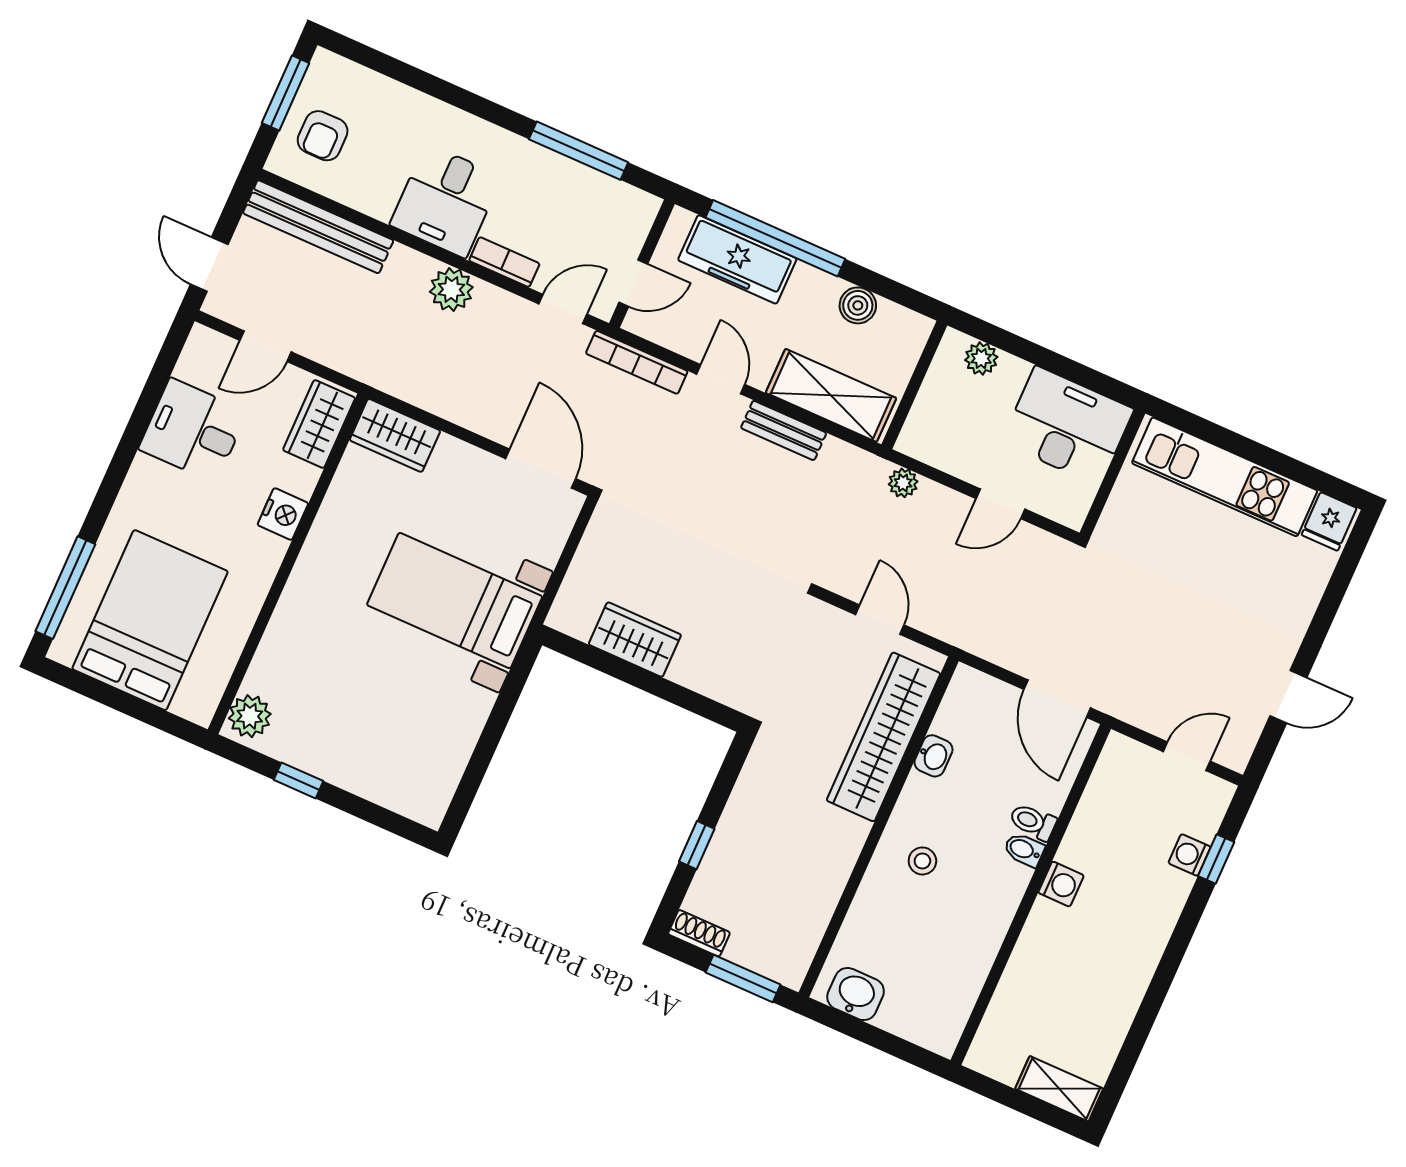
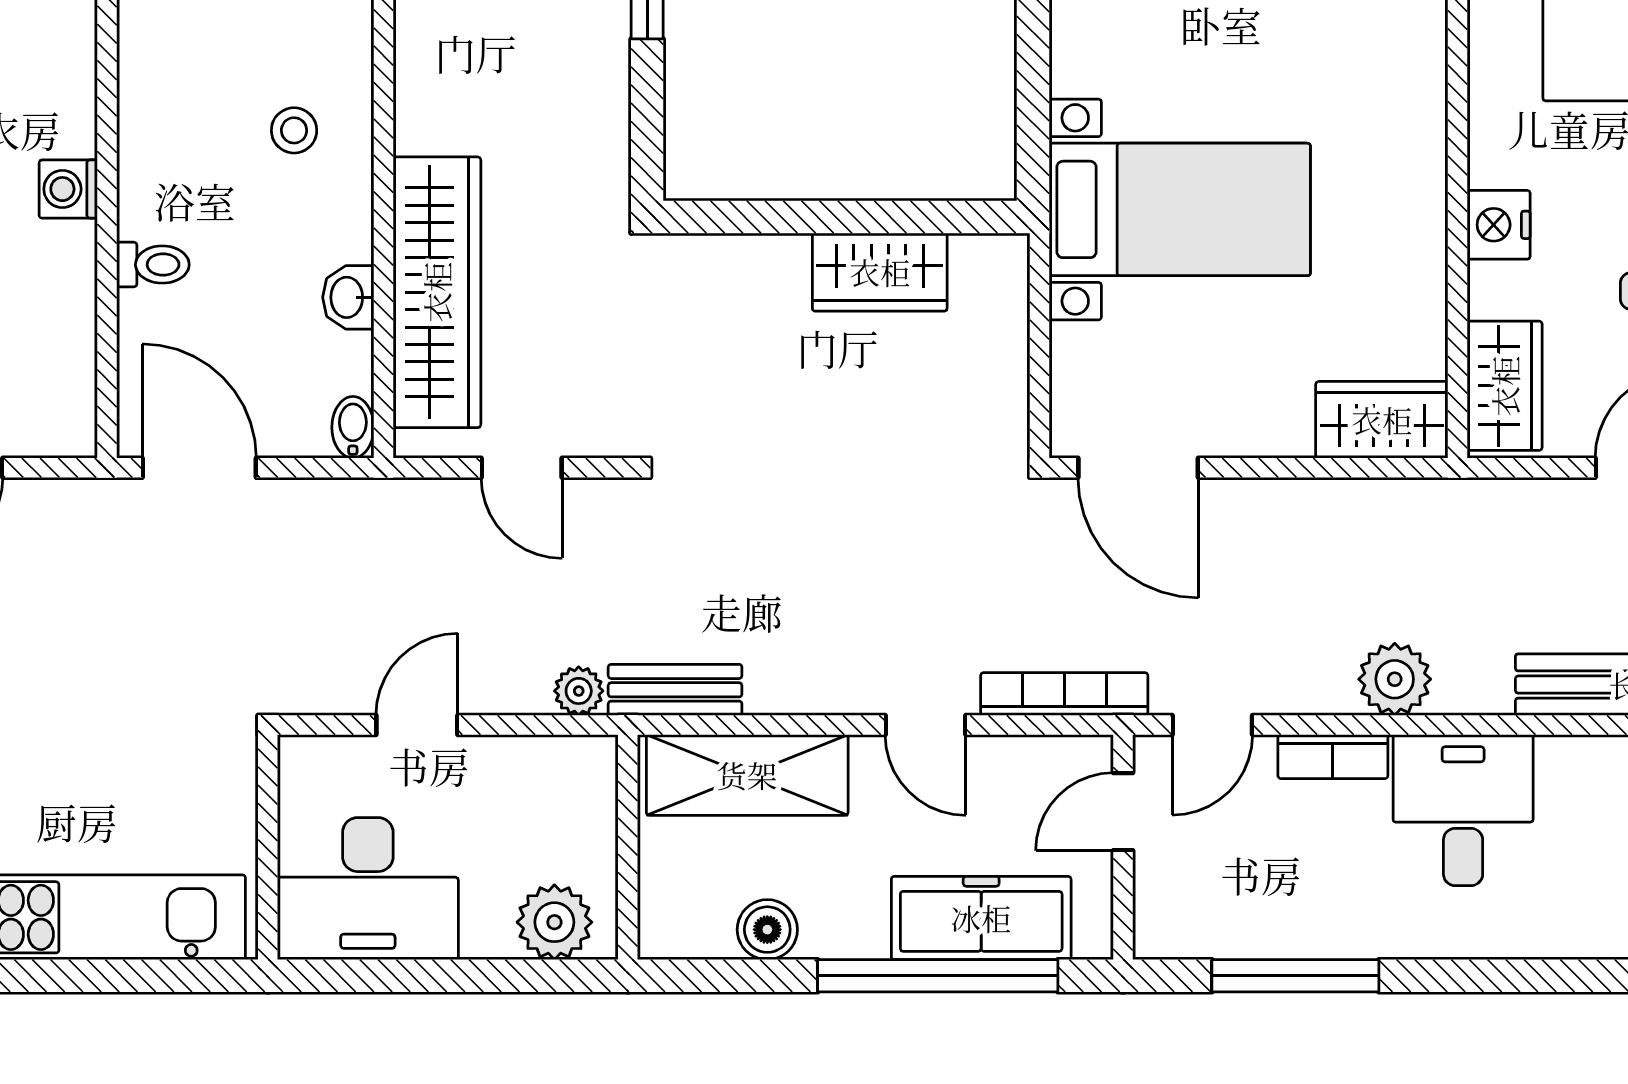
plant: (981, 359) -> (554, 922), width x1.38, depth x1.38
bench: (784, 430) -> (675, 690), moved
bidet: (1024, 850) -> (353, 427), moved, turned -90

